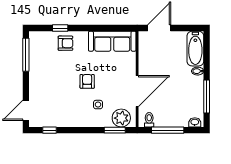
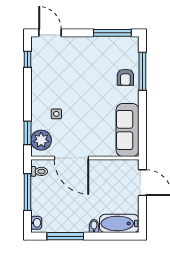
window: (60, 28) -> (142, 71), width x2.17
armchair: (87, 81) -> (82, 102), removed

